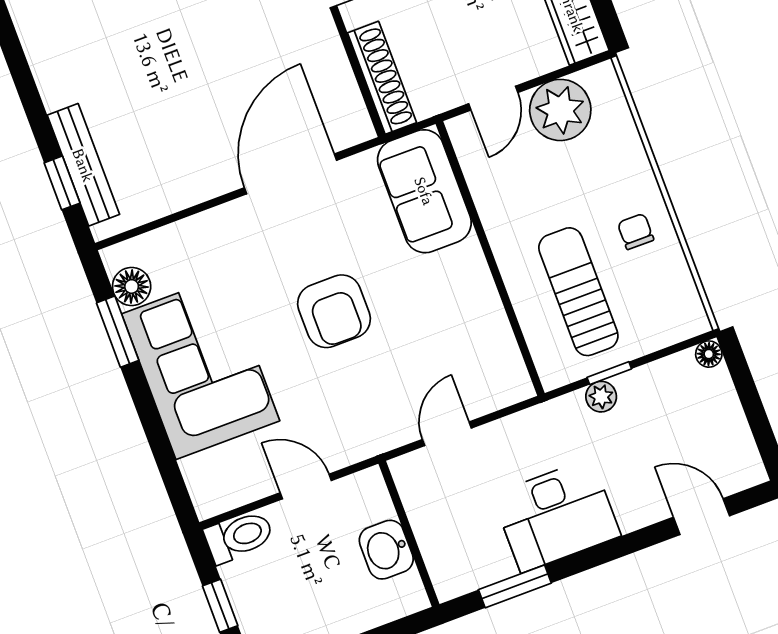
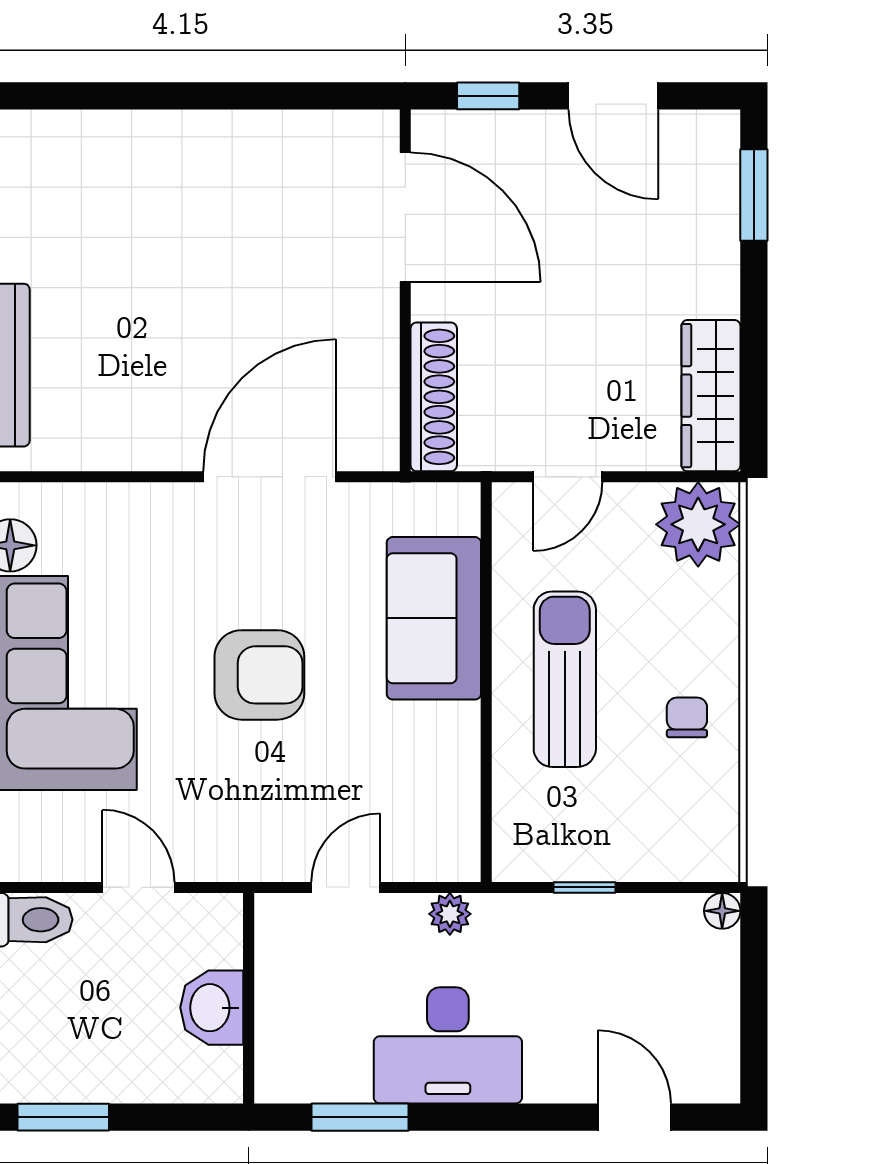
plant: (560, 110) -> (698, 524), moved
sofa: (424, 191) -> (434, 618), moved
sun lounger: (578, 292) -> (565, 679), moved
armchair: (334, 311) -> (259, 675), turned -90
plant: (601, 397) -> (450, 914), moved

